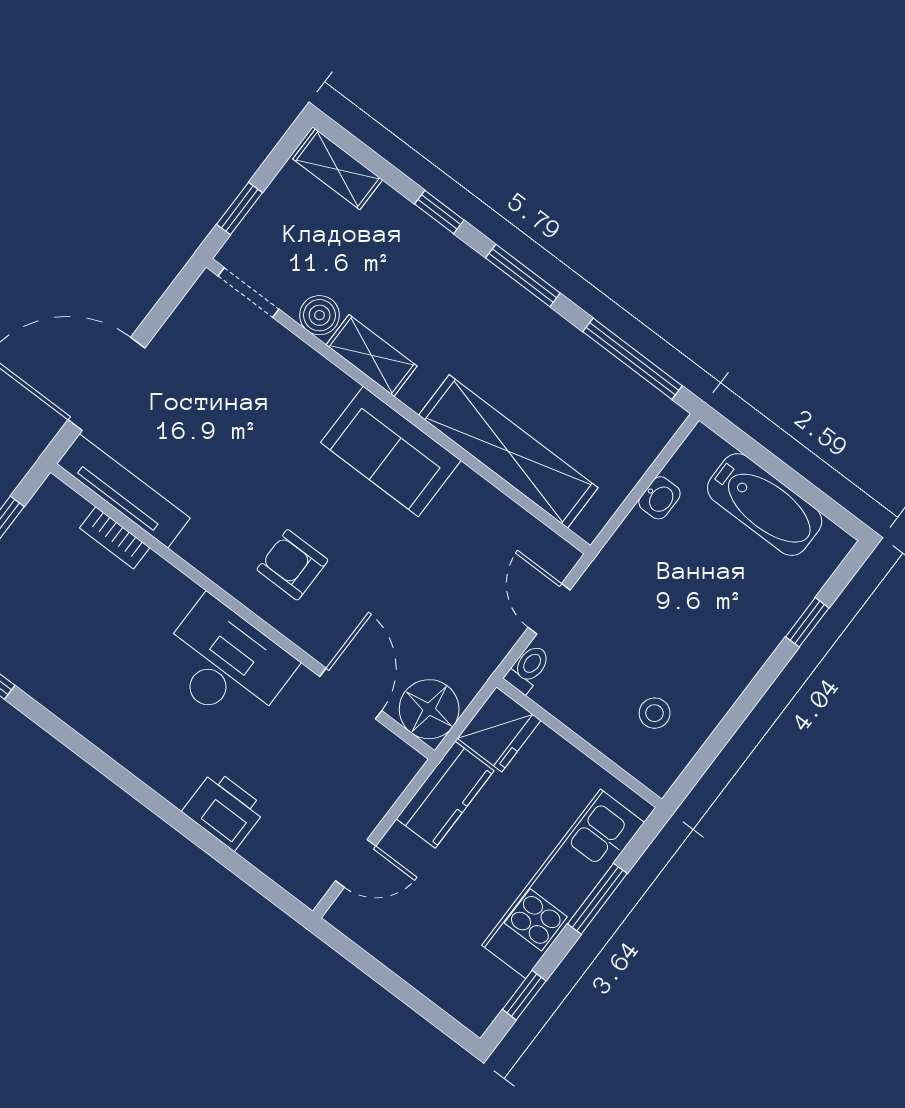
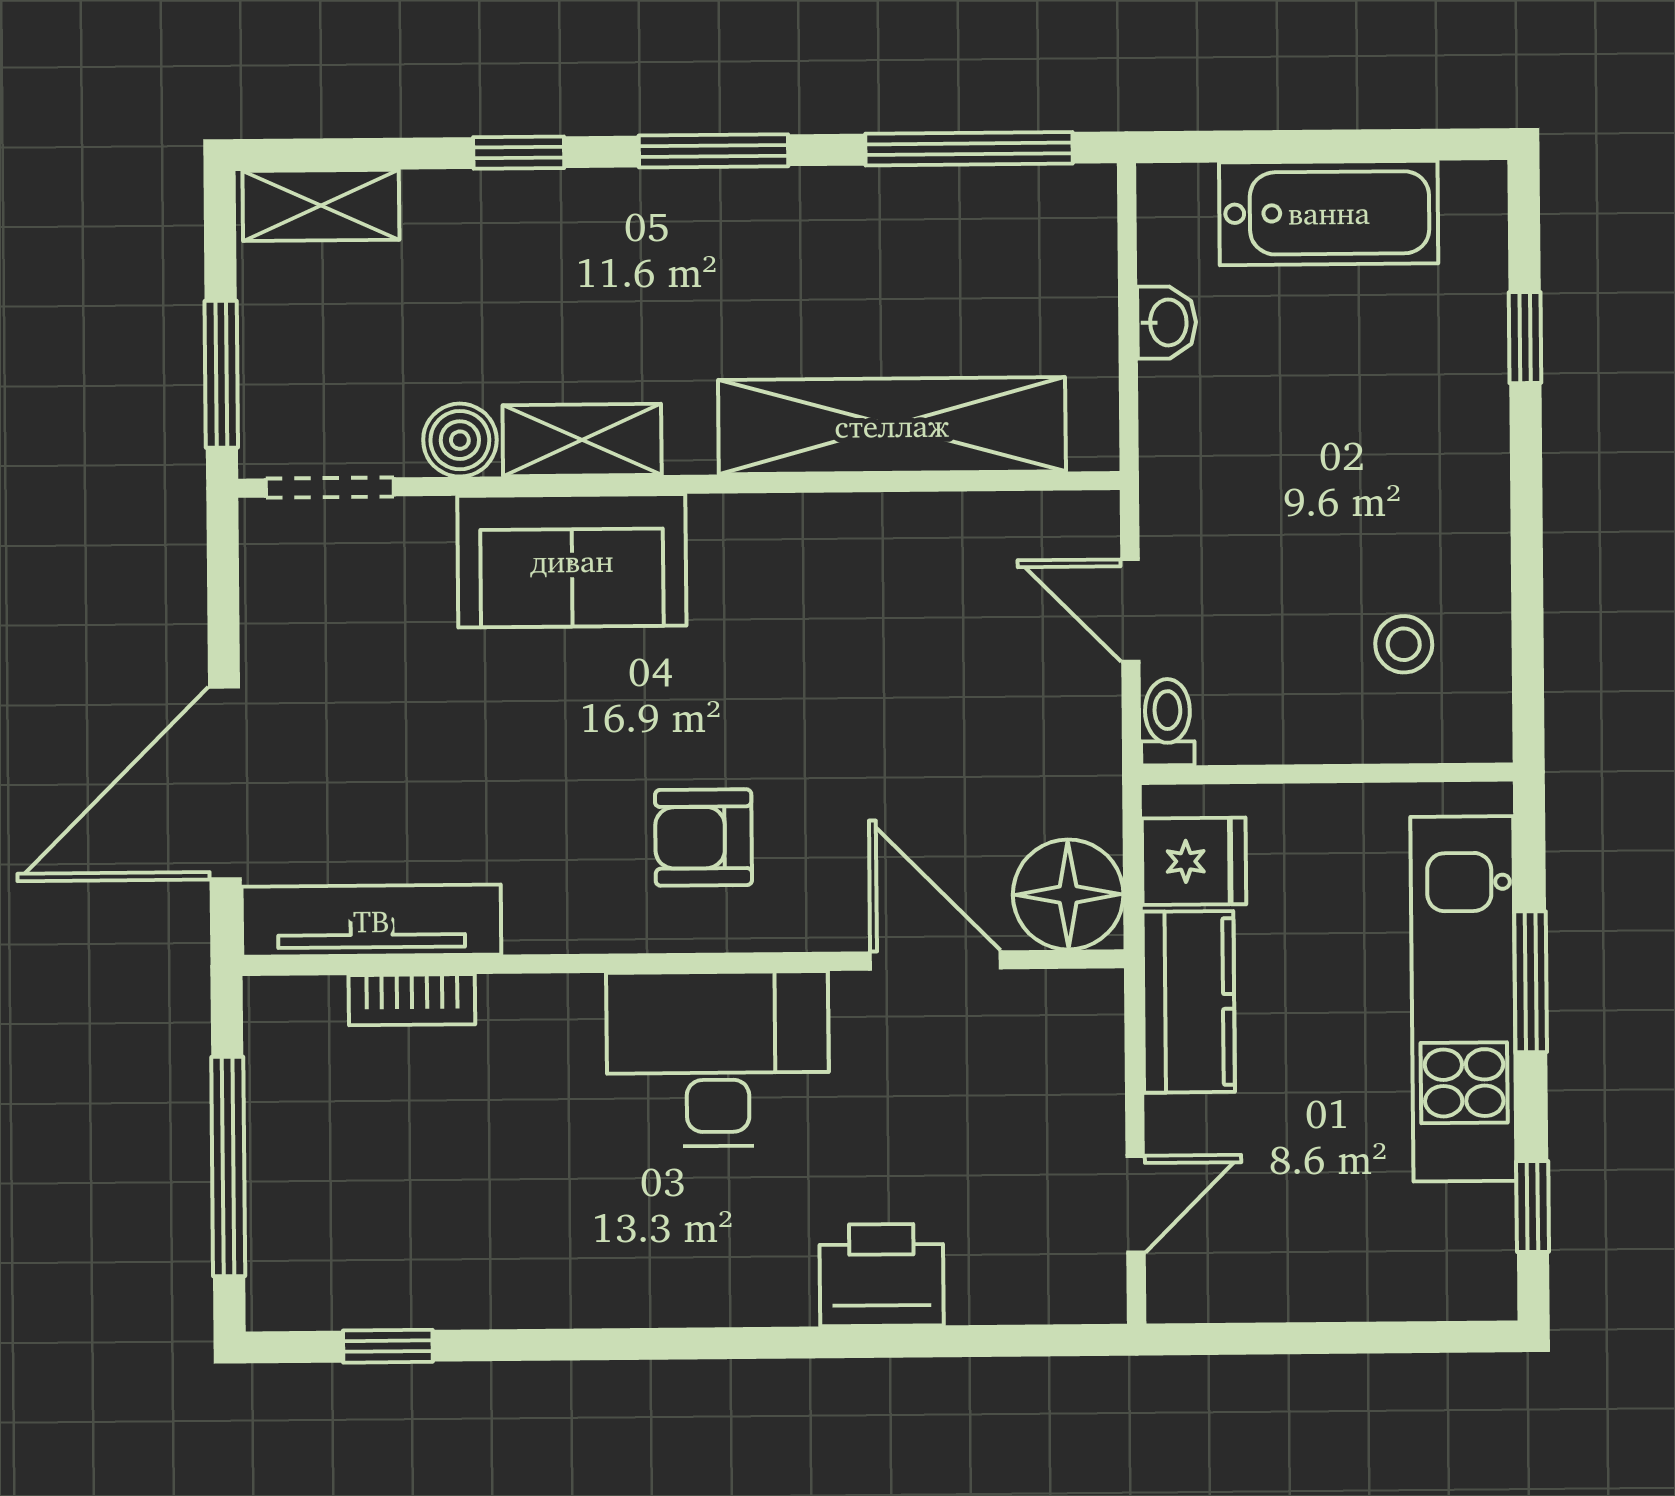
window: (240, 208) -> (221, 374), width x1.50
sofa: (391, 451) -> (572, 561), moved
fridge: (499, 729) -> (1194, 861), width x0.72

